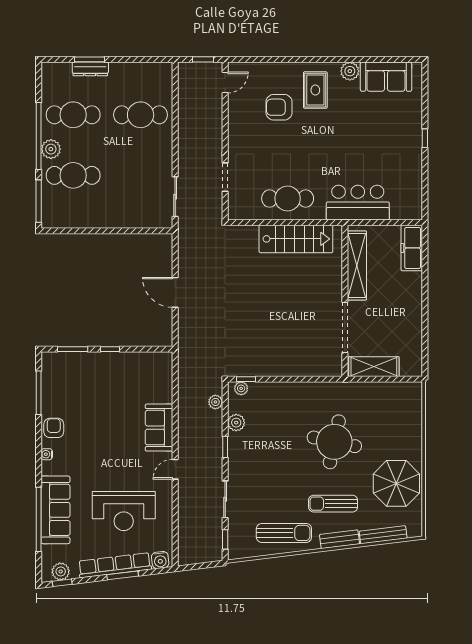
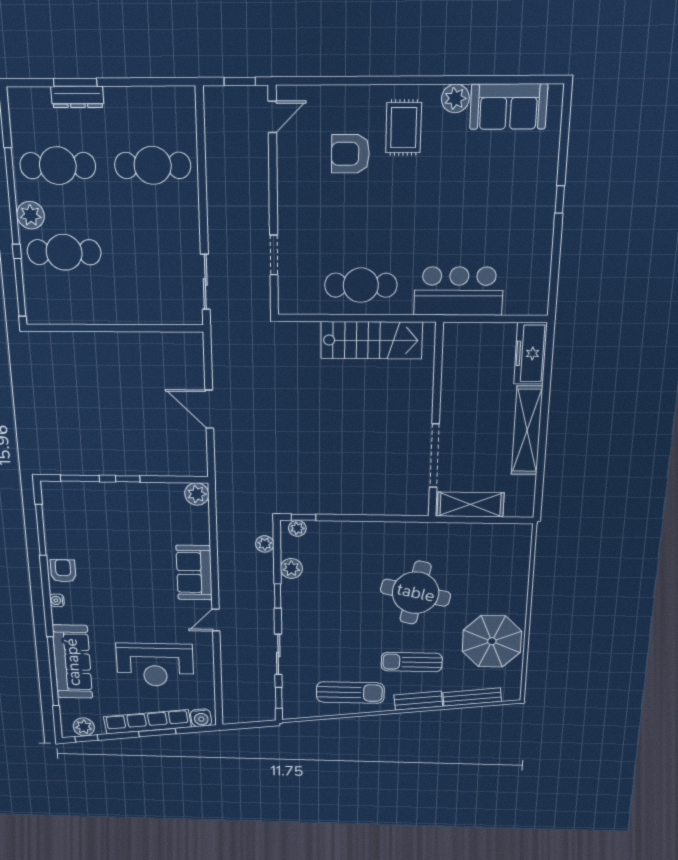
shelving: (357, 266) -> (527, 431), moved
plant: (163, 361) -> (197, 494), added

